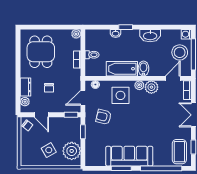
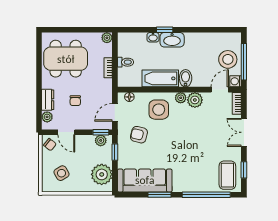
washing machine: (186, 34) -> (236, 81), moved
washbasin: (150, 36) -> (172, 40), moved
dining table: (41, 52) -> (66, 59), width x1.38
plant: (71, 122) -> (101, 140), added
side table: (49, 150) -> (62, 173), moved
sofa: (129, 156) -> (145, 180), moved

